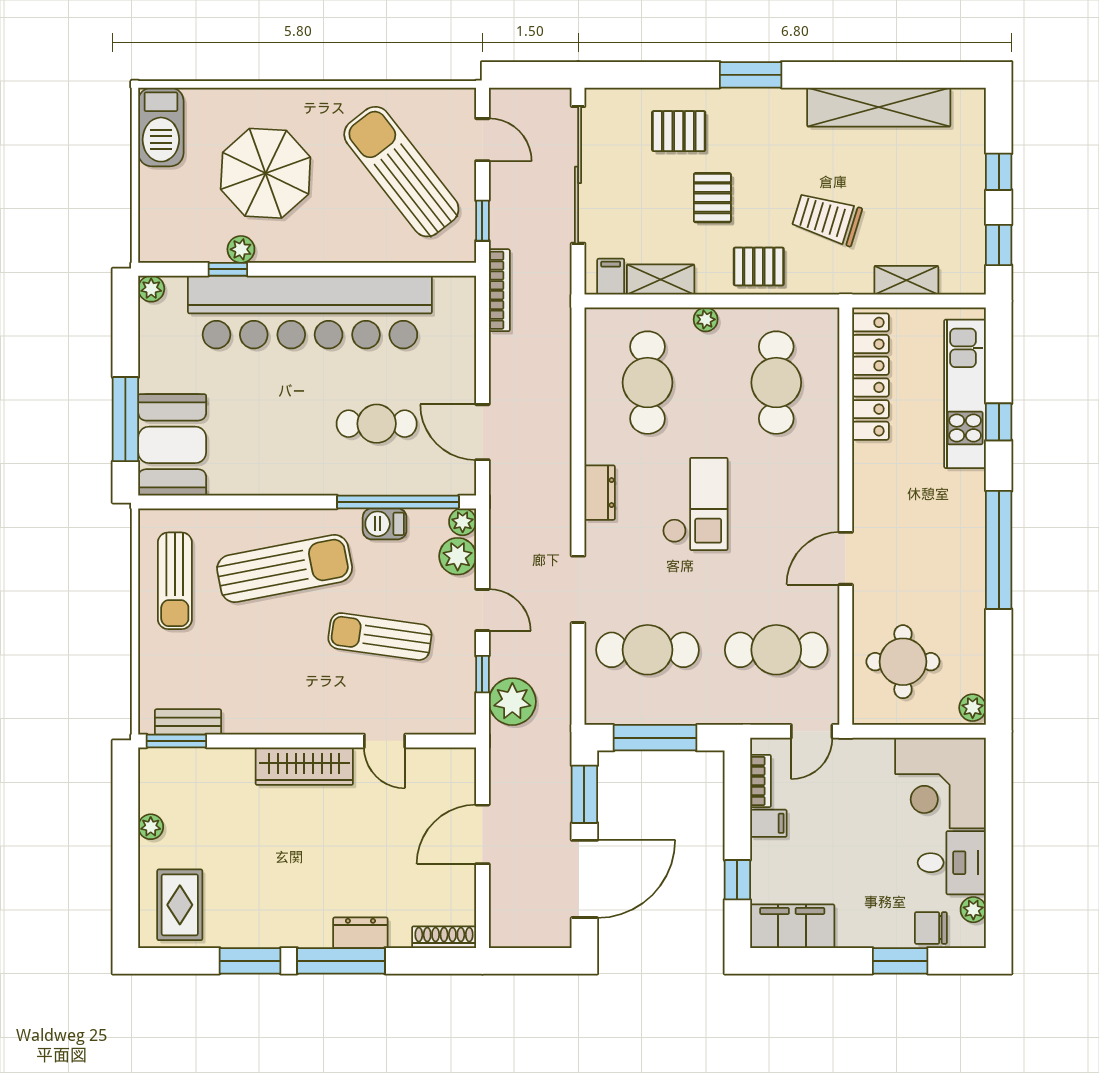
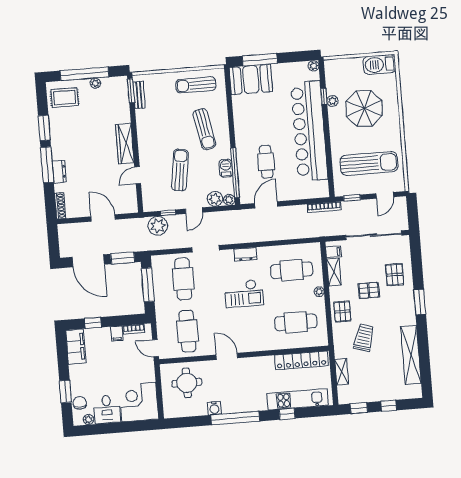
sun lounger: (401, 172) -> (369, 163), turned 38
sun lounger: (285, 569) -> (204, 129), width x0.73, depth x0.75
water cooler: (970, 599) -> (214, 408), added
plant: (973, 708) -> (170, 413), removed
window: (125, 851) -> (84, 74), added

